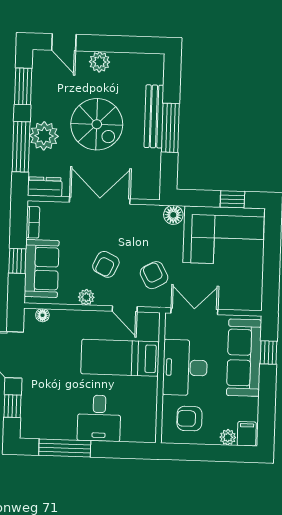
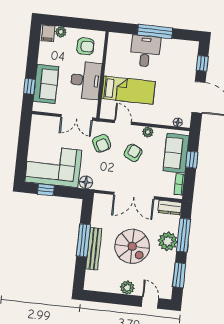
spiral stairs: (97, 124) -> (132, 246), turned 180
sofa: (244, 358) -> (46, 84), width x0.73
window: (65, 448) -> (155, 31), moved

